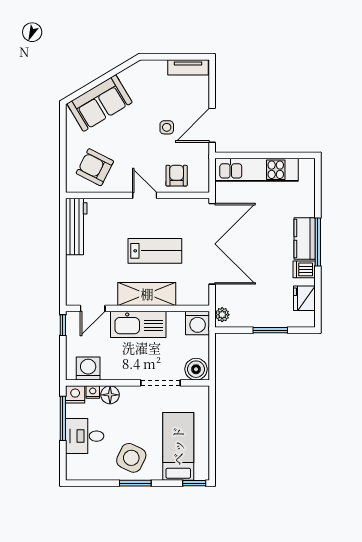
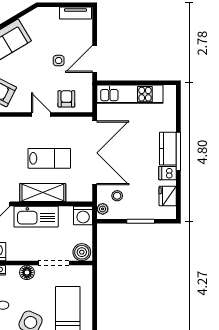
stool: (241, 298) -> (117, 196), added
floor lamp: (110, 395) -> (27, 272), moved

